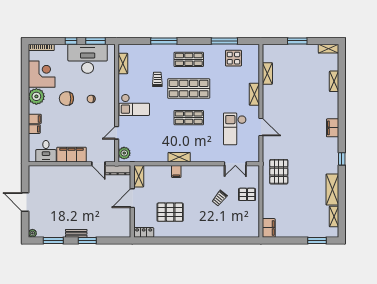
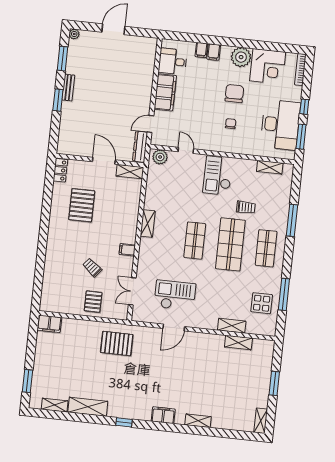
shelving: (334, 81) -> (198, 421), moved
shelving: (254, 94) -> (232, 326), moved
filing cabinet: (176, 171) -> (127, 250), moved

